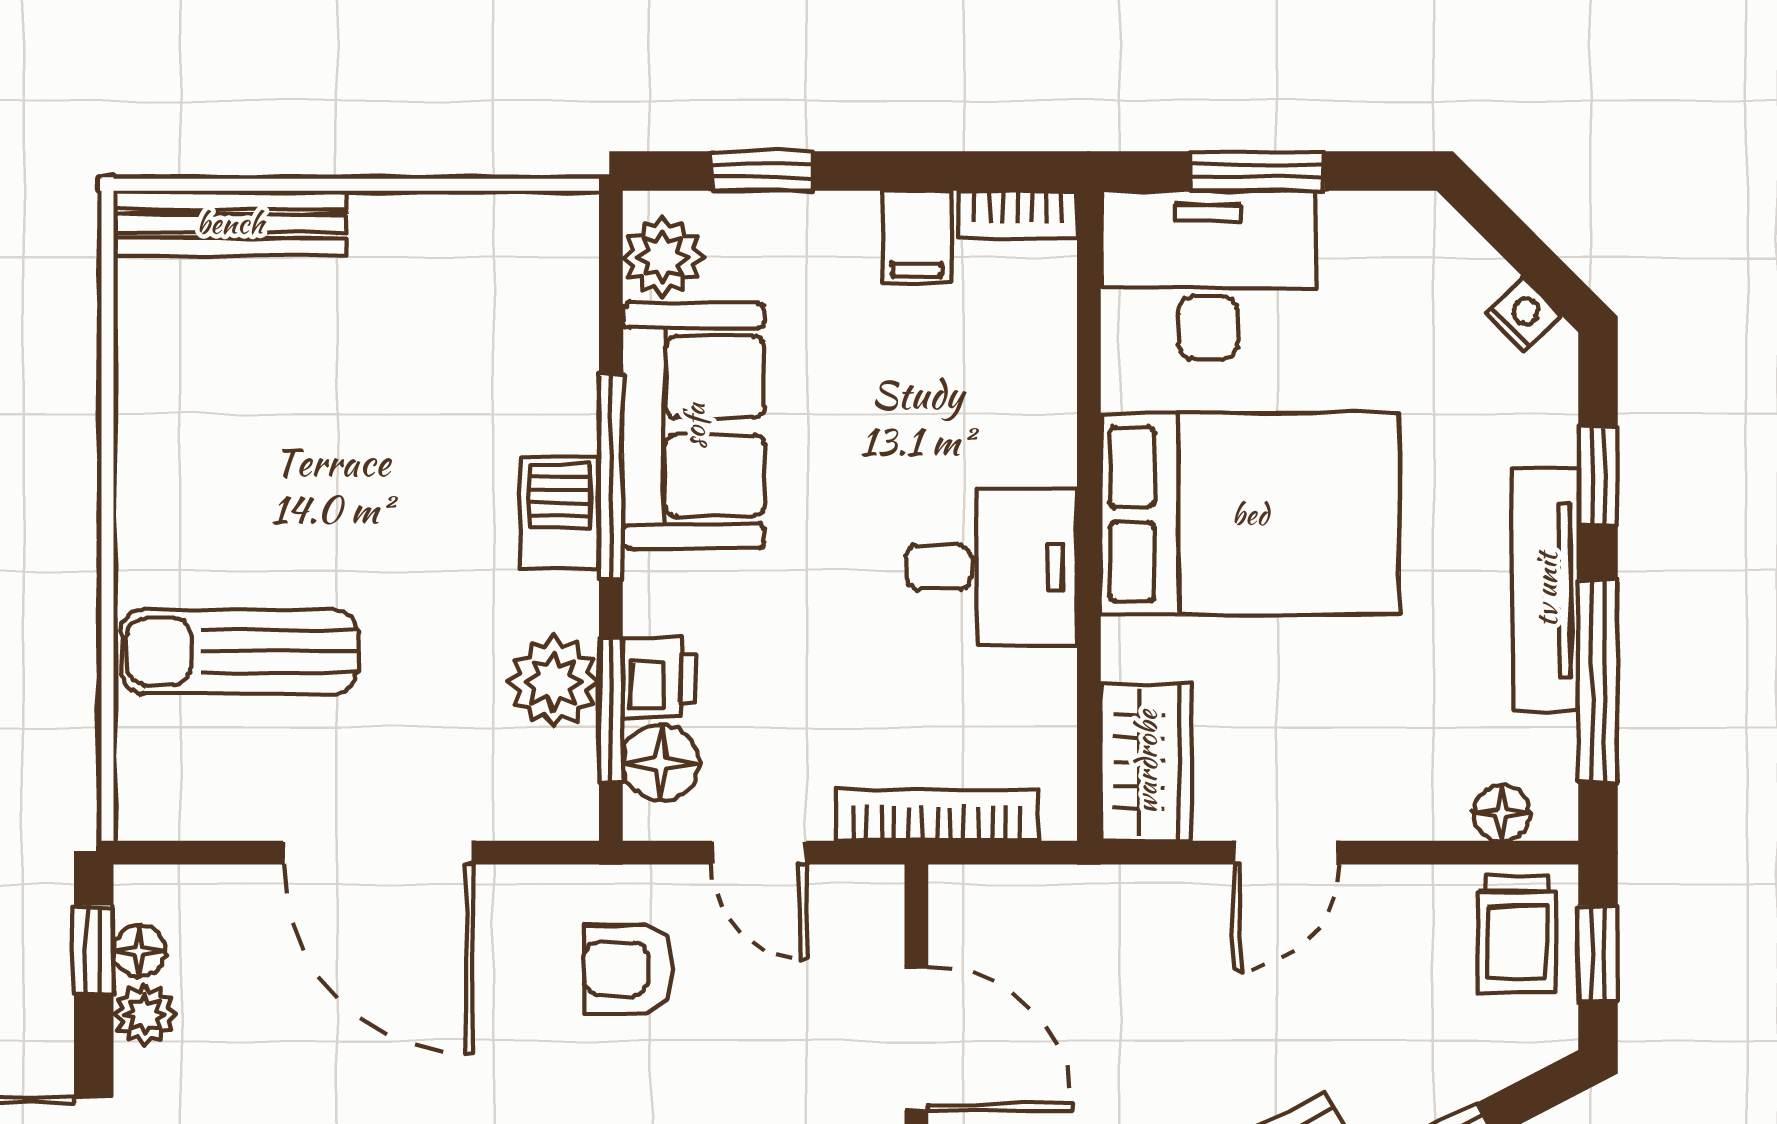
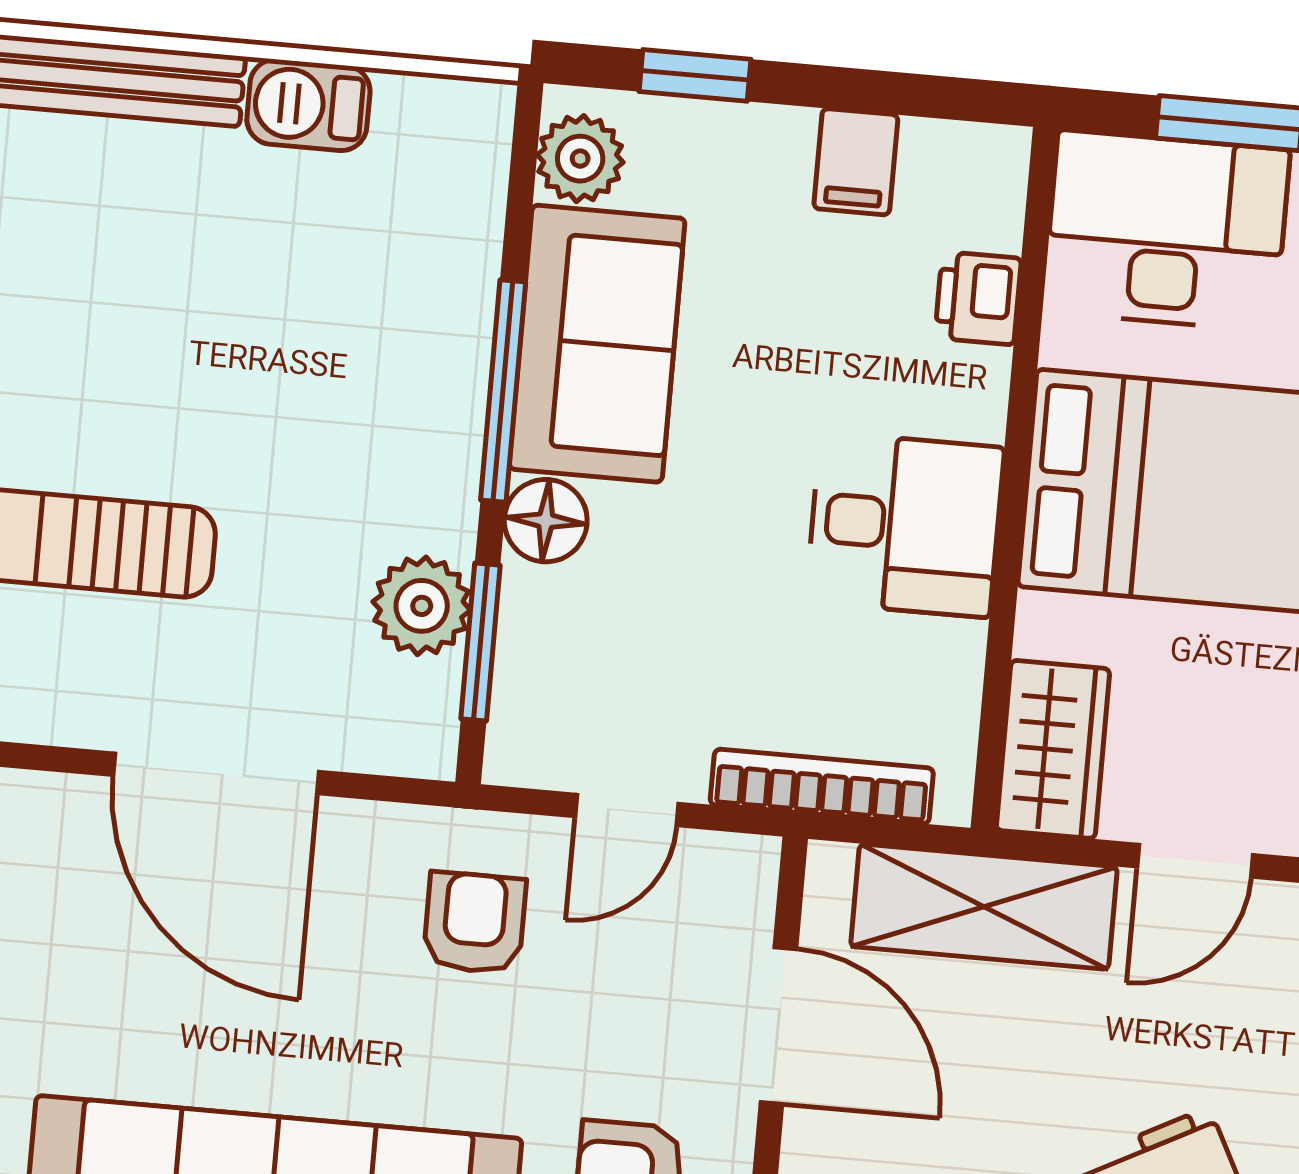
bookcase: (1018, 214) -> (967, 147), removed
barbecue: (560, 513) -> (308, 105), moved, turned -90
printer: (659, 678) -> (978, 298), moved, turned 180
floor lamp: (661, 763) -> (546, 521), moved
door: (759, 853) -> (627, 810), hinge flipped
shelving: (1096, 912) -> (984, 907), added
armchair: (628, 969) -> (474, 923), turned 90

